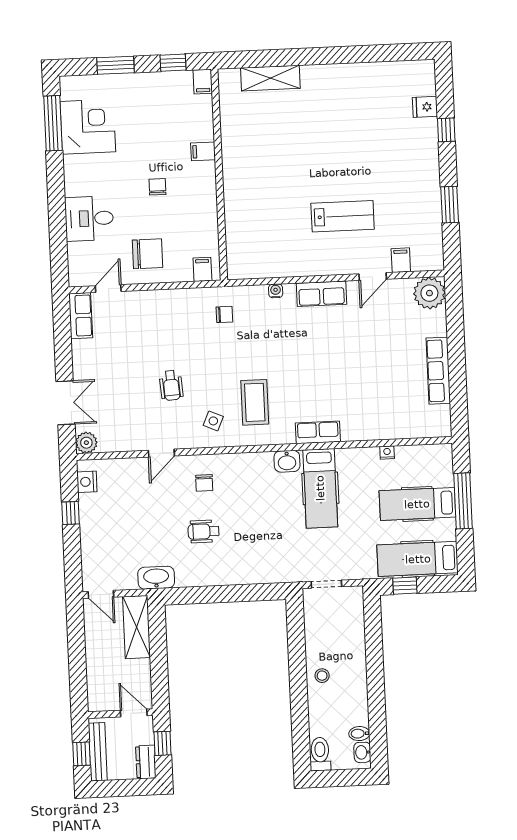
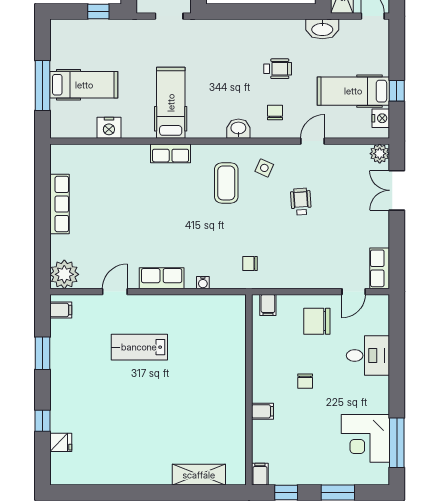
filing cabinet: (401, 260) -> (61, 310), moved, turned -90
nightstand: (387, 452) -> (109, 128), width x1.89, depth x1.79
washbasin: (287, 461) -> (238, 129), moved
hospital bed: (418, 559) -> (353, 91), moved, turned 180

